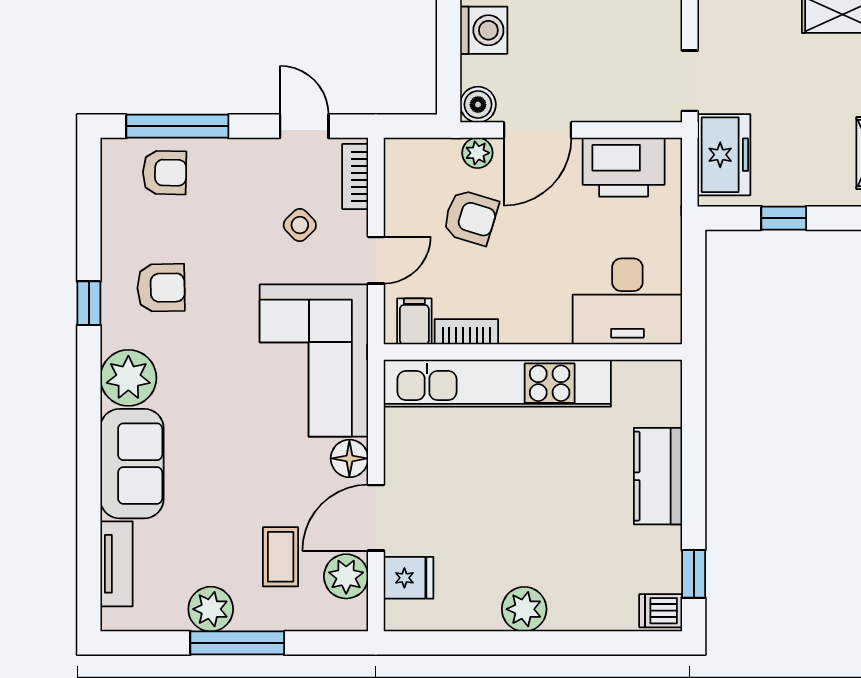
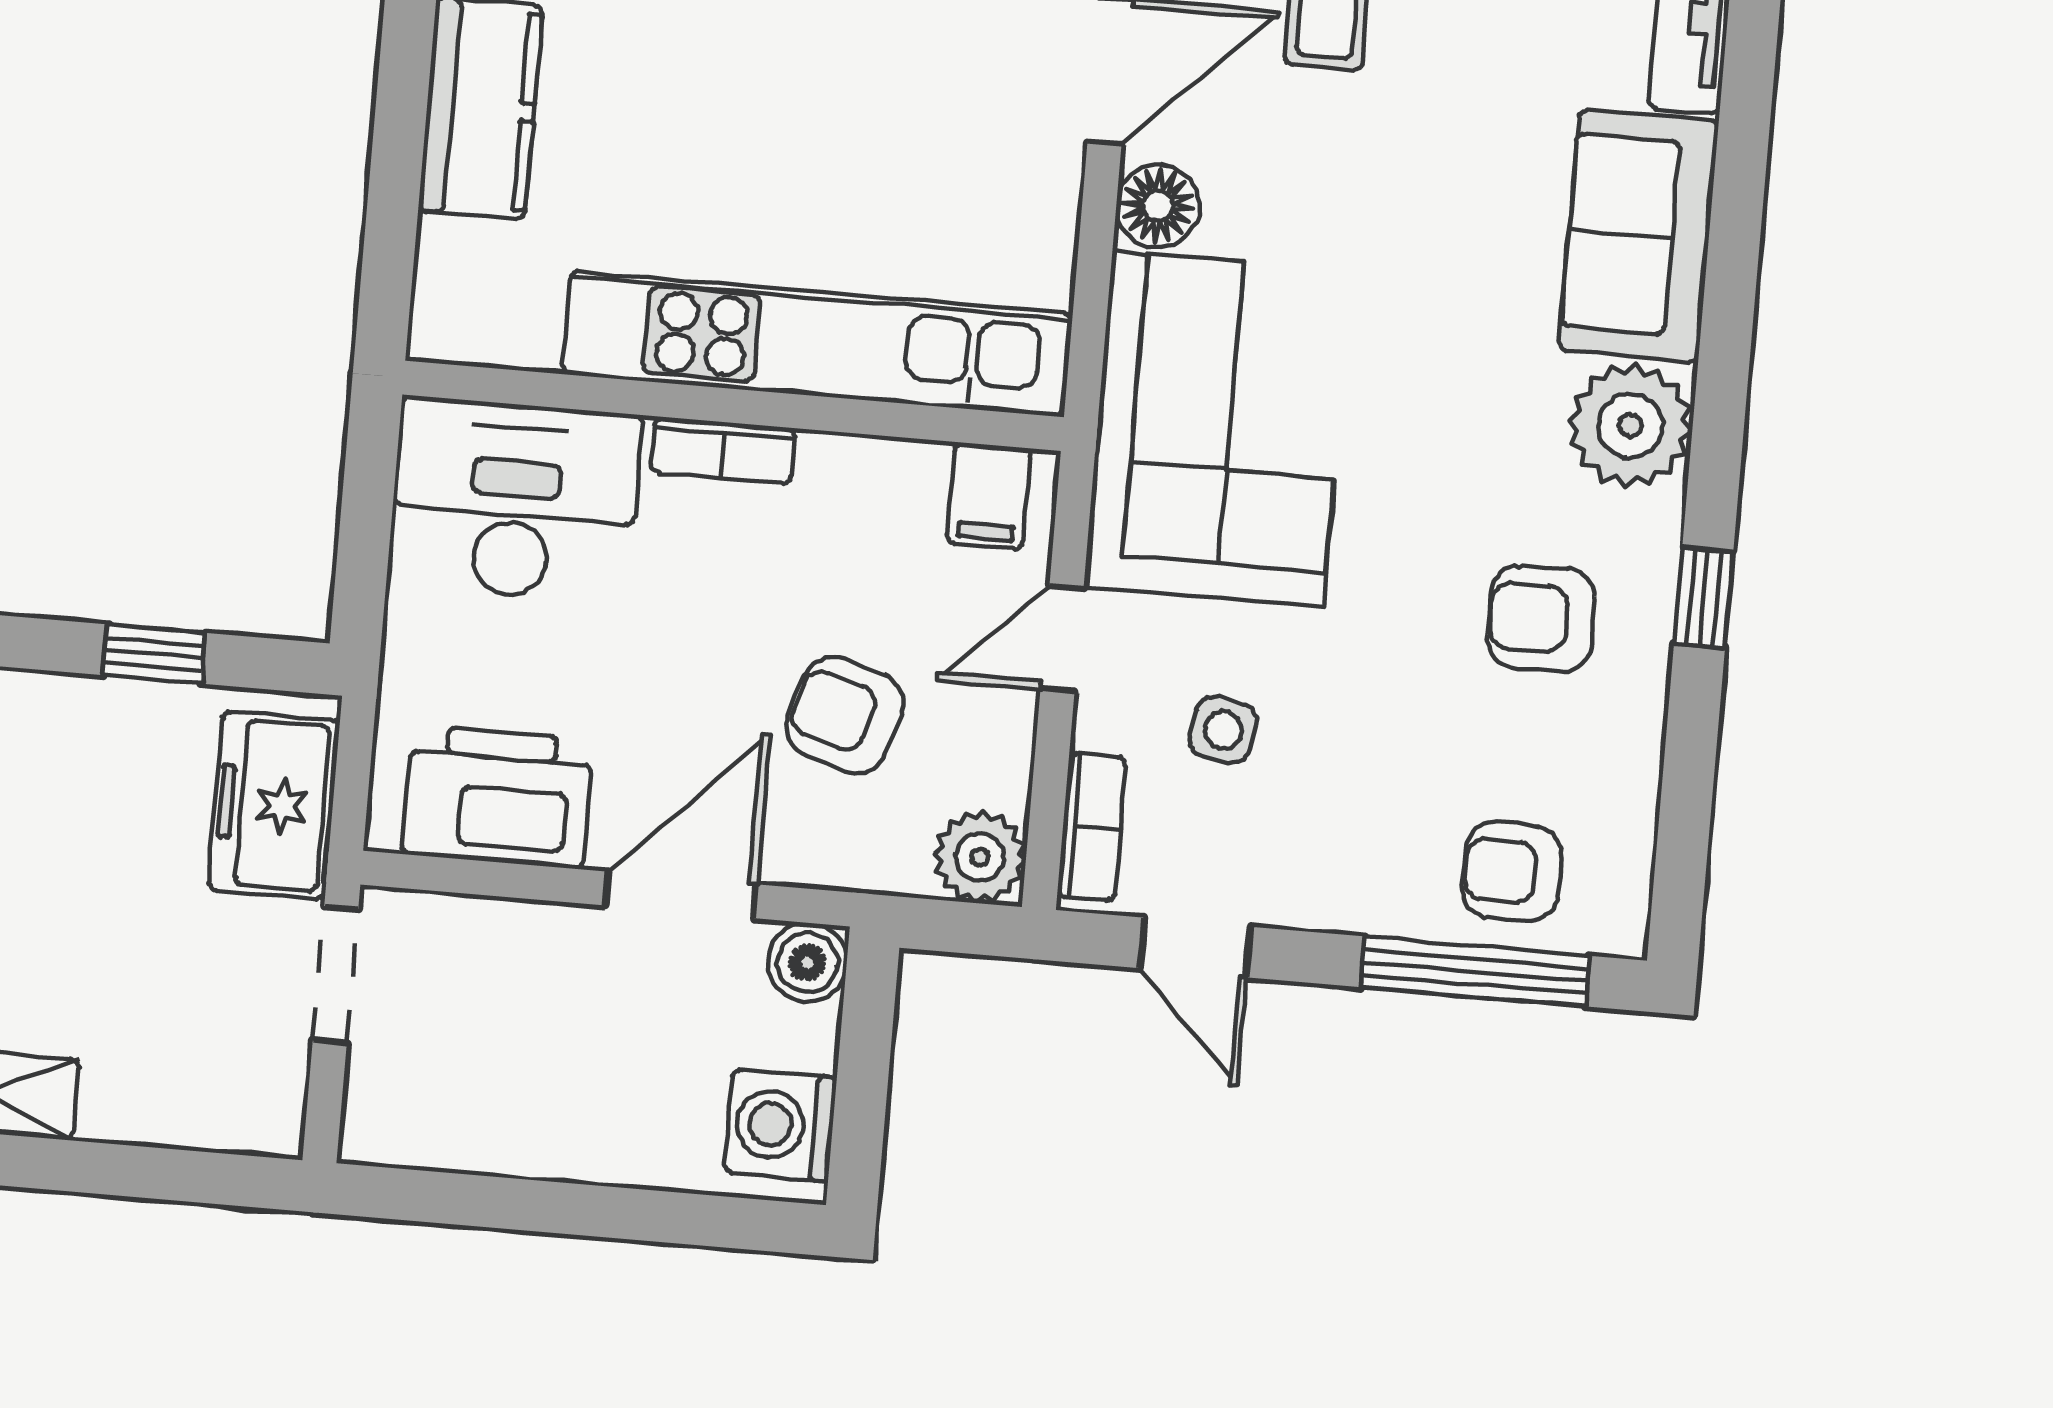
plant: (477, 153) -> (980, 857), moved, width x1.38, depth x1.38
side table: (300, 225) -> (1223, 730), turned -36
bookcase: (466, 332) -> (723, 450), moved

